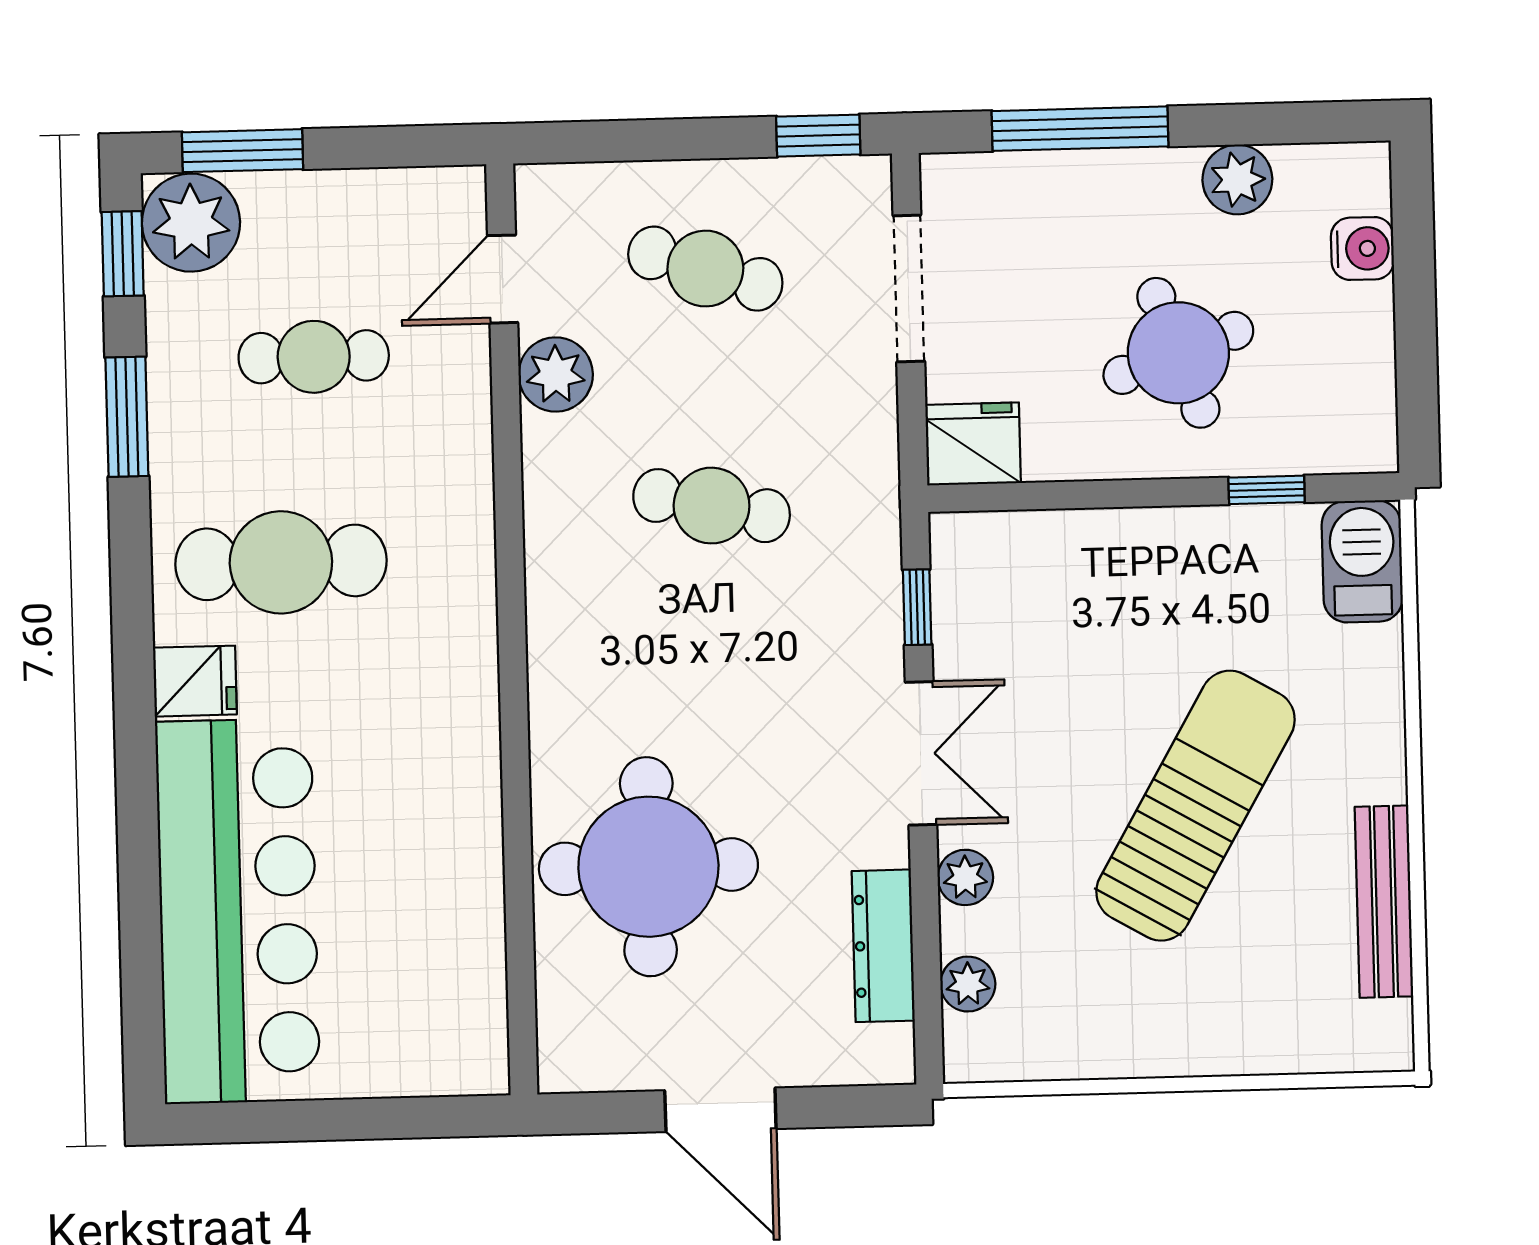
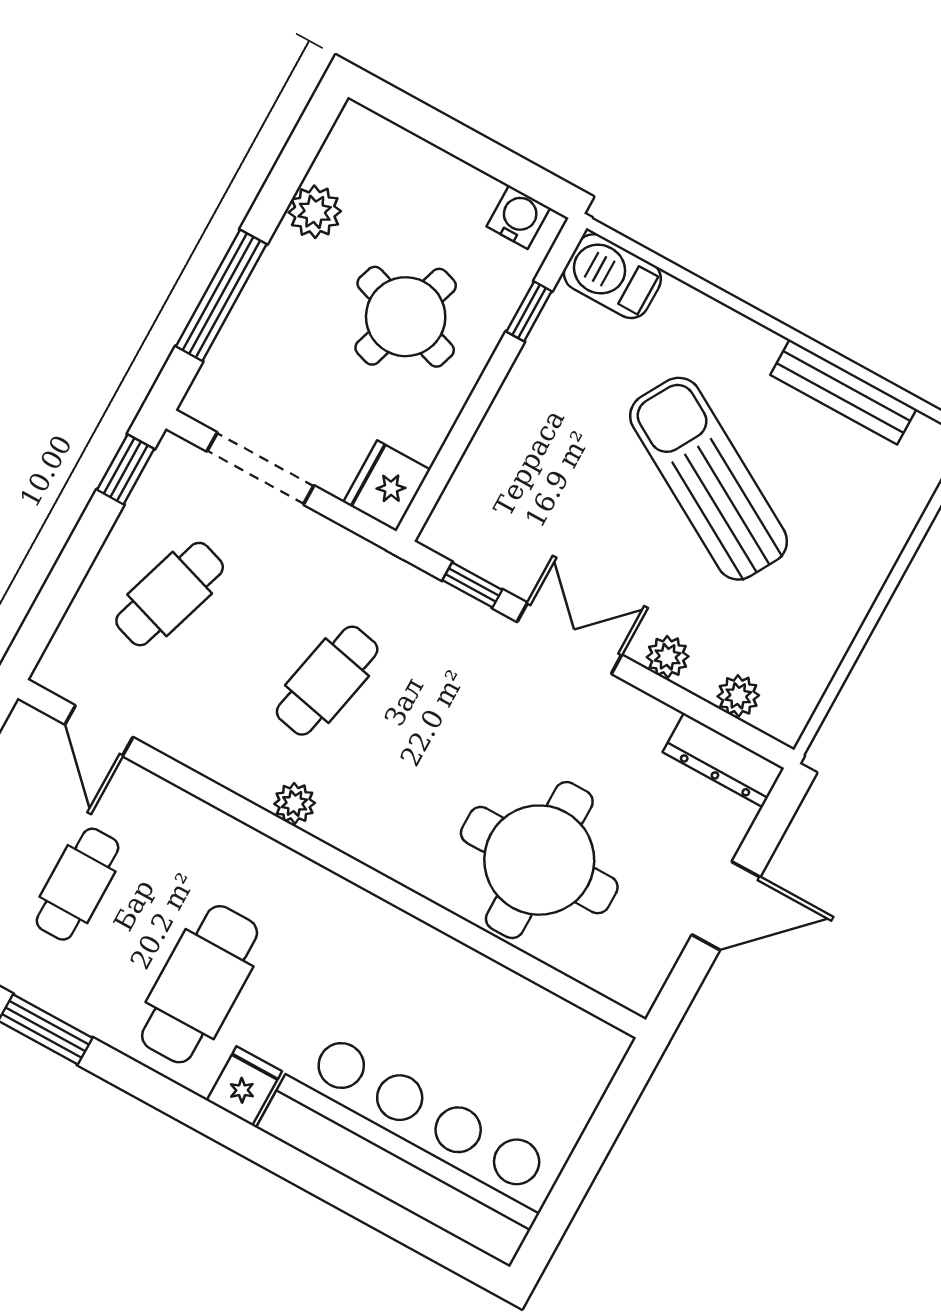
water cooler: (1362, 249) -> (518, 217), moved
round table: (1178, 353) -> (406, 317), turned 38
plant: (556, 374) -> (295, 803), moved, width x0.73, depth x0.73
dresser: (883, 946) -> (723, 760), moved

